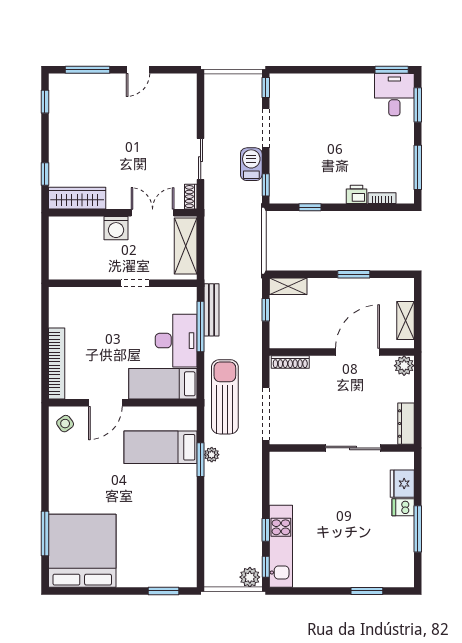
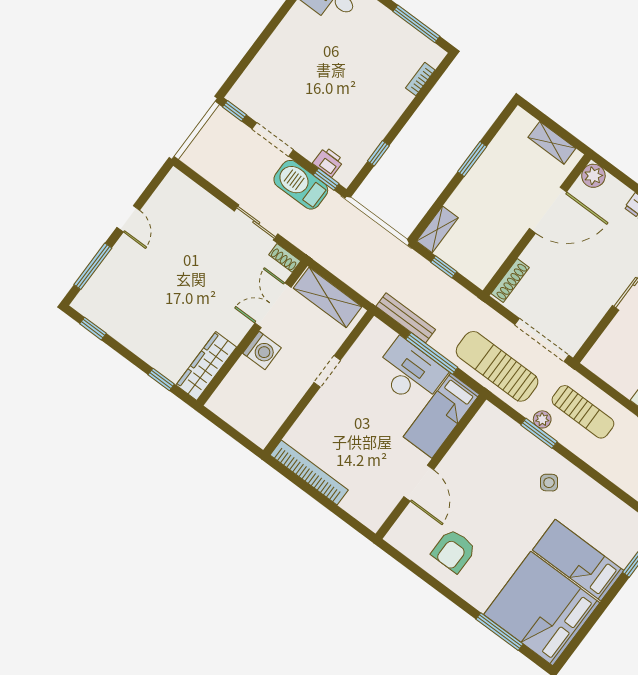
barbecue: (251, 164) -> (301, 185), width x1.37, depth x1.21
printer: (357, 194) -> (328, 162), moved, turned 90
window: (201, 326) -> (432, 353), moved
door: (358, 352) -> (548, 210), swing flipped
bookcase: (57, 363) -> (309, 473), moved
side table: (65, 424) -> (549, 483), moved
bed: (161, 447) -> (578, 560), moved, turned 90
armchair: (77, 461) -> (454, 551), added
sun lounger: (238, 479) -> (583, 412), added

